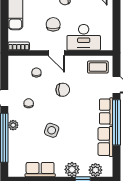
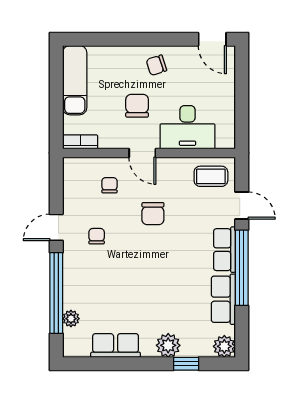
chair: (63, 90) -> (153, 214), turned 90
plant: (13, 125) -> (71, 319), moved
side table: (52, 130) -> (135, 281), removed
plant: (95, 170) -> (224, 346), moved

